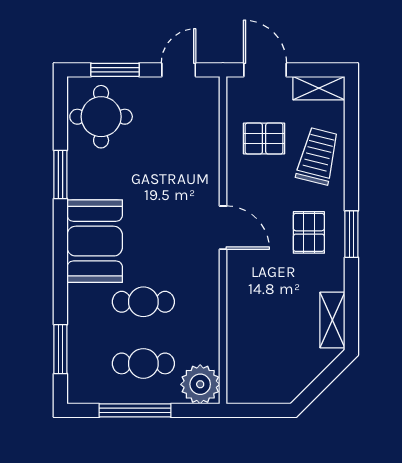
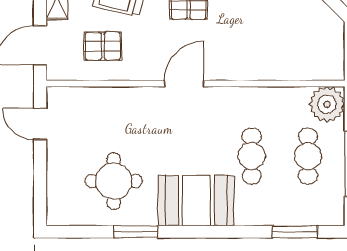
window: (115, 70) -> (40, 182), removed
round table: (101, 117) -> (114, 181), moved
pallet: (264, 139) -> (103, 46), turned 90

